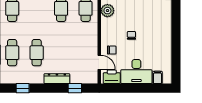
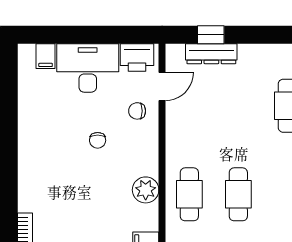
door: (99, 62) -> (162, 86), swing flipped
dresser: (57, 79) -> (211, 54), moved

